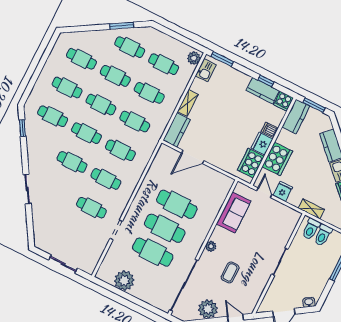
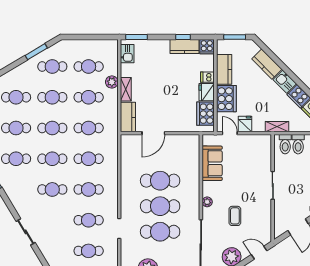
plant: (194, 58) -> (112, 82), moved
kitchen counter: (296, 117) -> (224, 69), moved
cafe table: (77, 236) -> (89, 251), added

